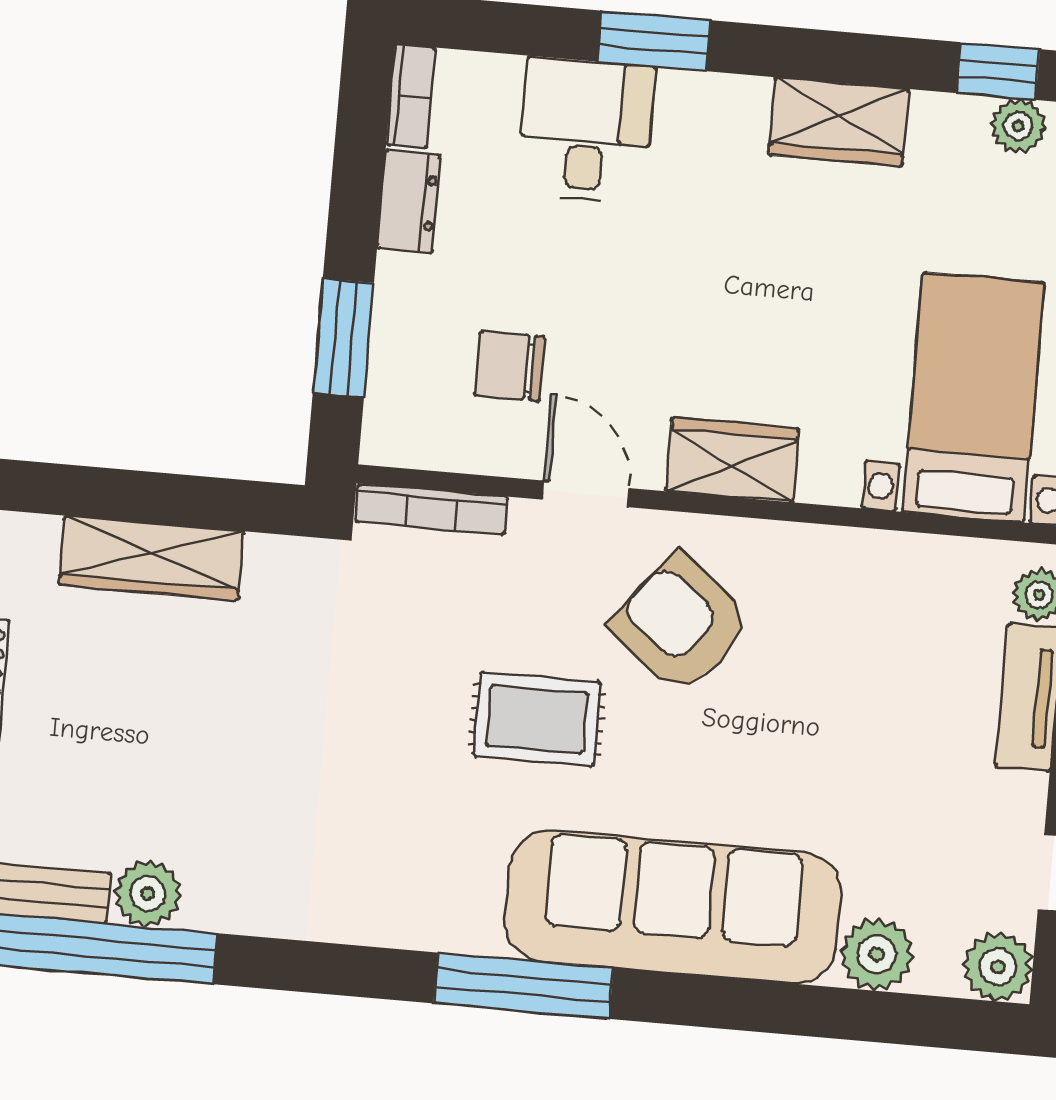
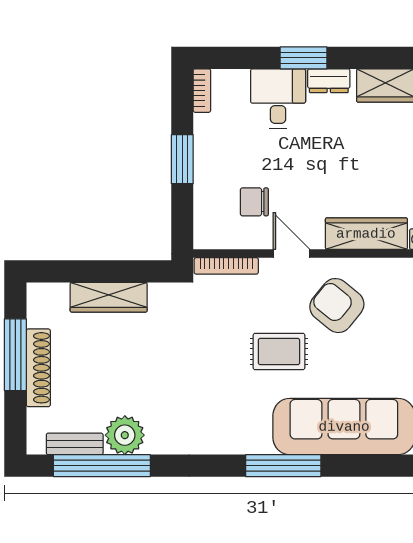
dresser: (409, 202) -> (329, 81), moved, turned 90
window: (343, 338) -> (182, 159), moved
wardrobe: (732, 460) -> (366, 234), width x1.50
plant: (148, 894) -> (125, 435), width x1.36, depth x1.36

